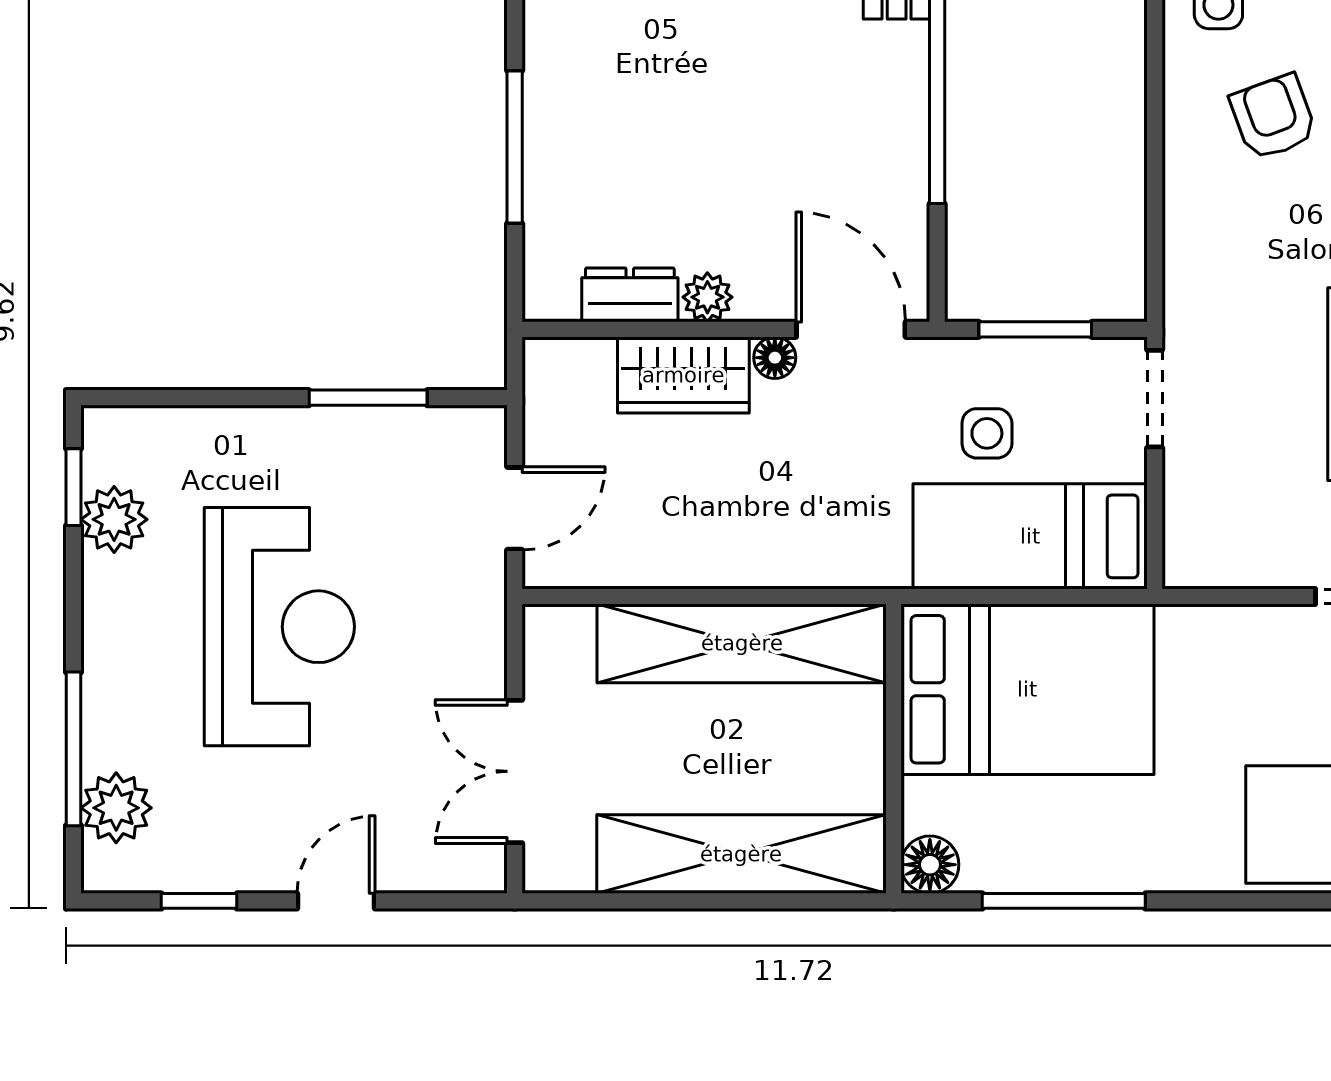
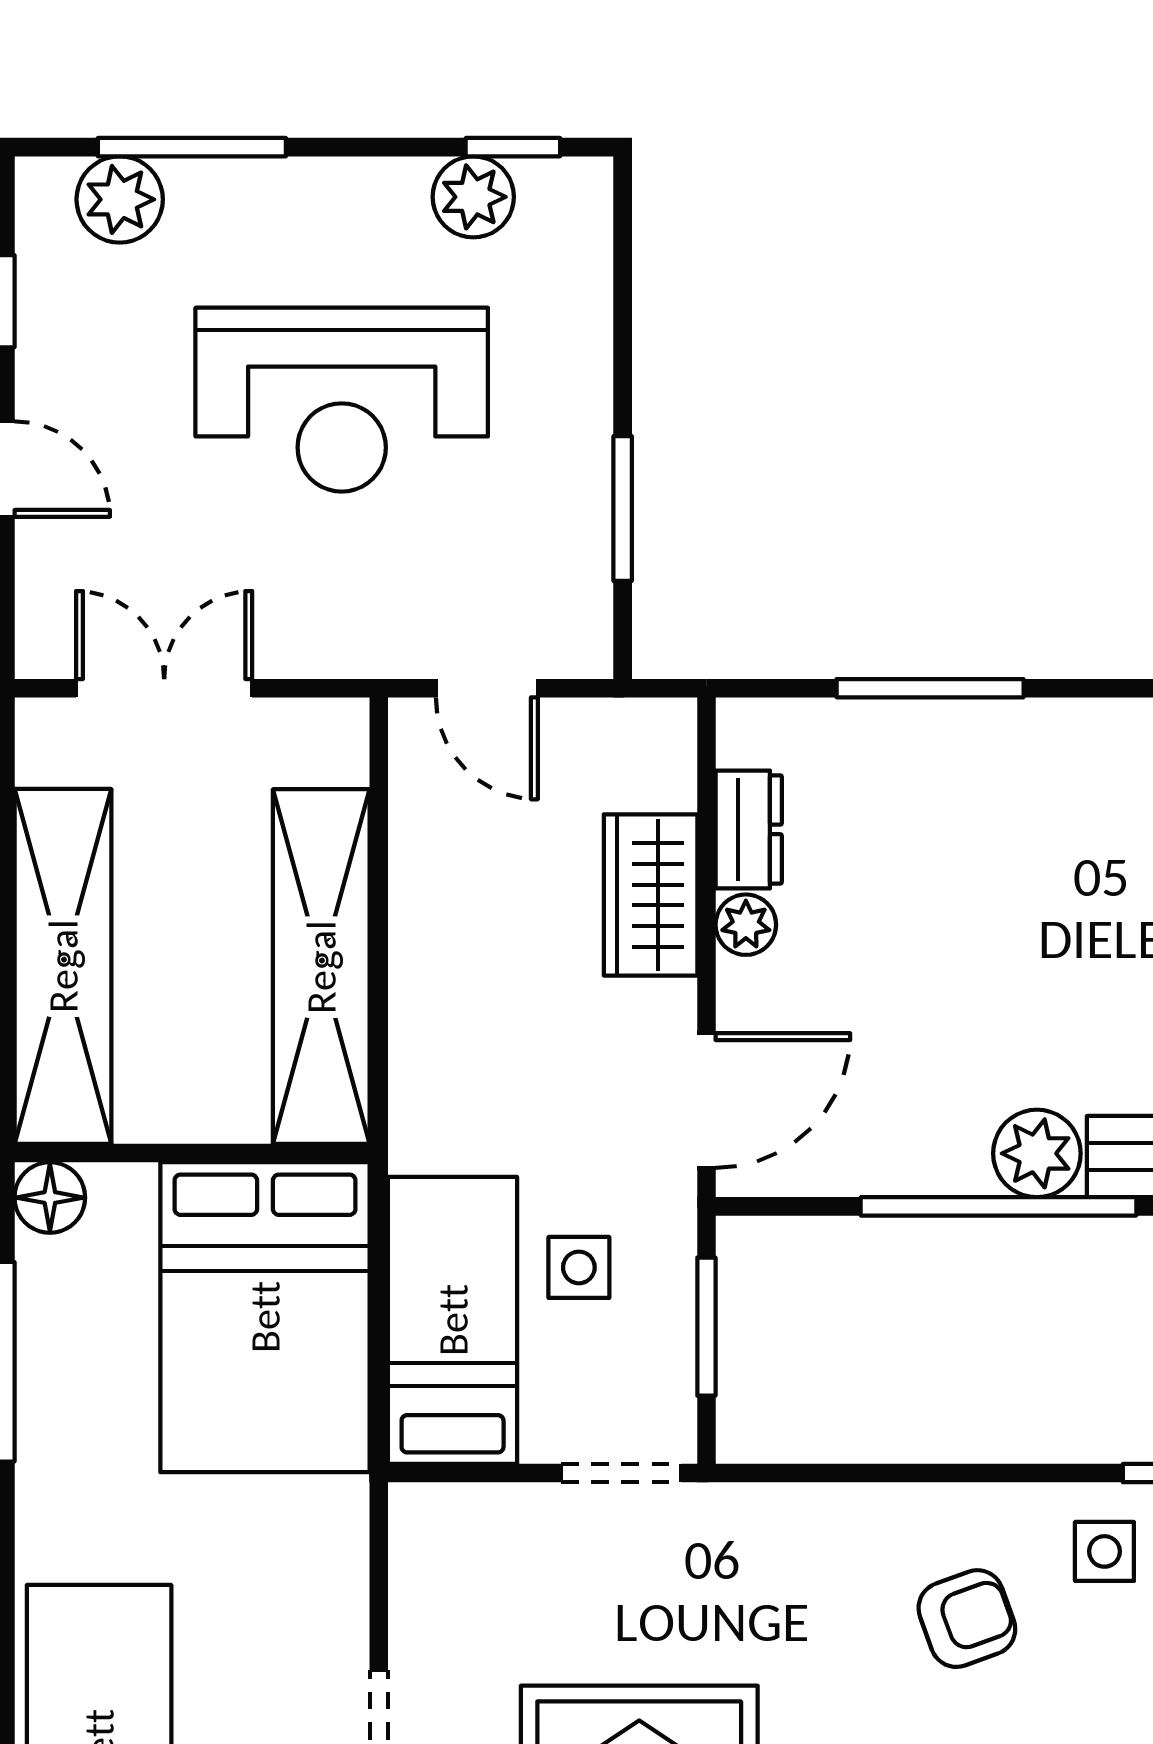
plant: (894, 60) -> (1037, 1153), added
floor lamp: (775, 358) -> (672, 1007), removed

